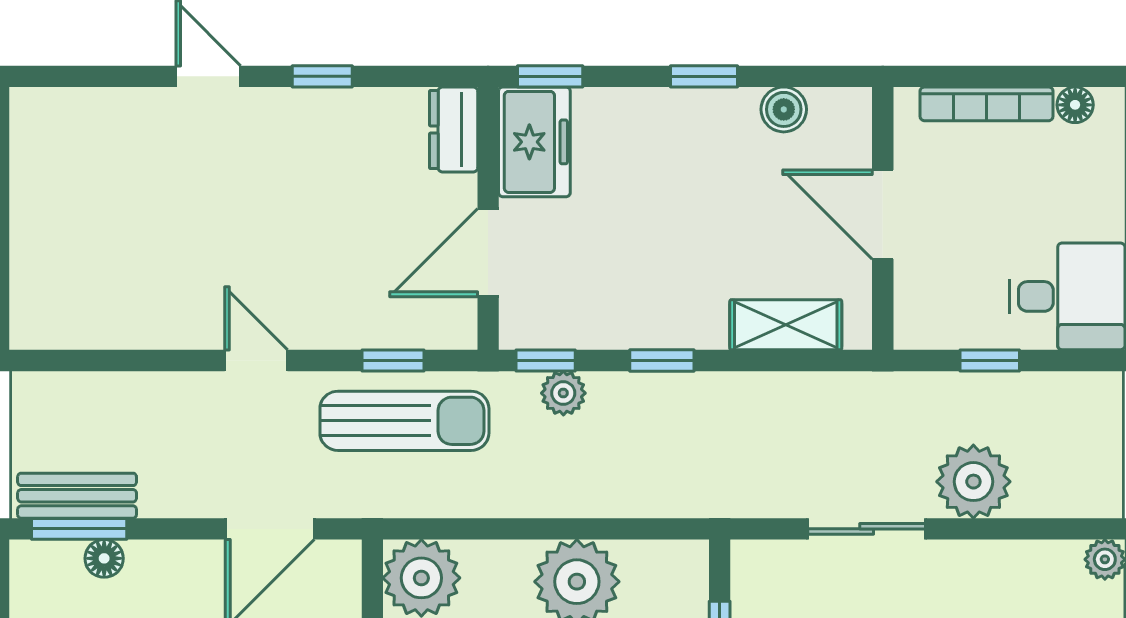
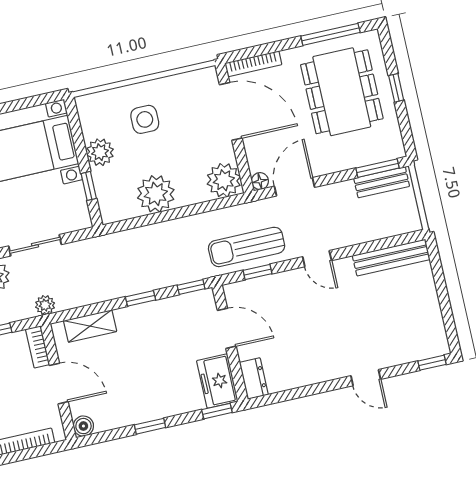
window: (322, 76) -> (432, 363), moved
boiler: (784, 109) -> (83, 426), moved
door: (488, 253) -> (227, 328), hinge flipped
bookcase: (911, 305) -> (37, 347), added
bench: (93, 326) -> (391, 258), added
plant: (563, 393) -> (45, 305), moved
floor lamp: (104, 558) -> (260, 181), moved

